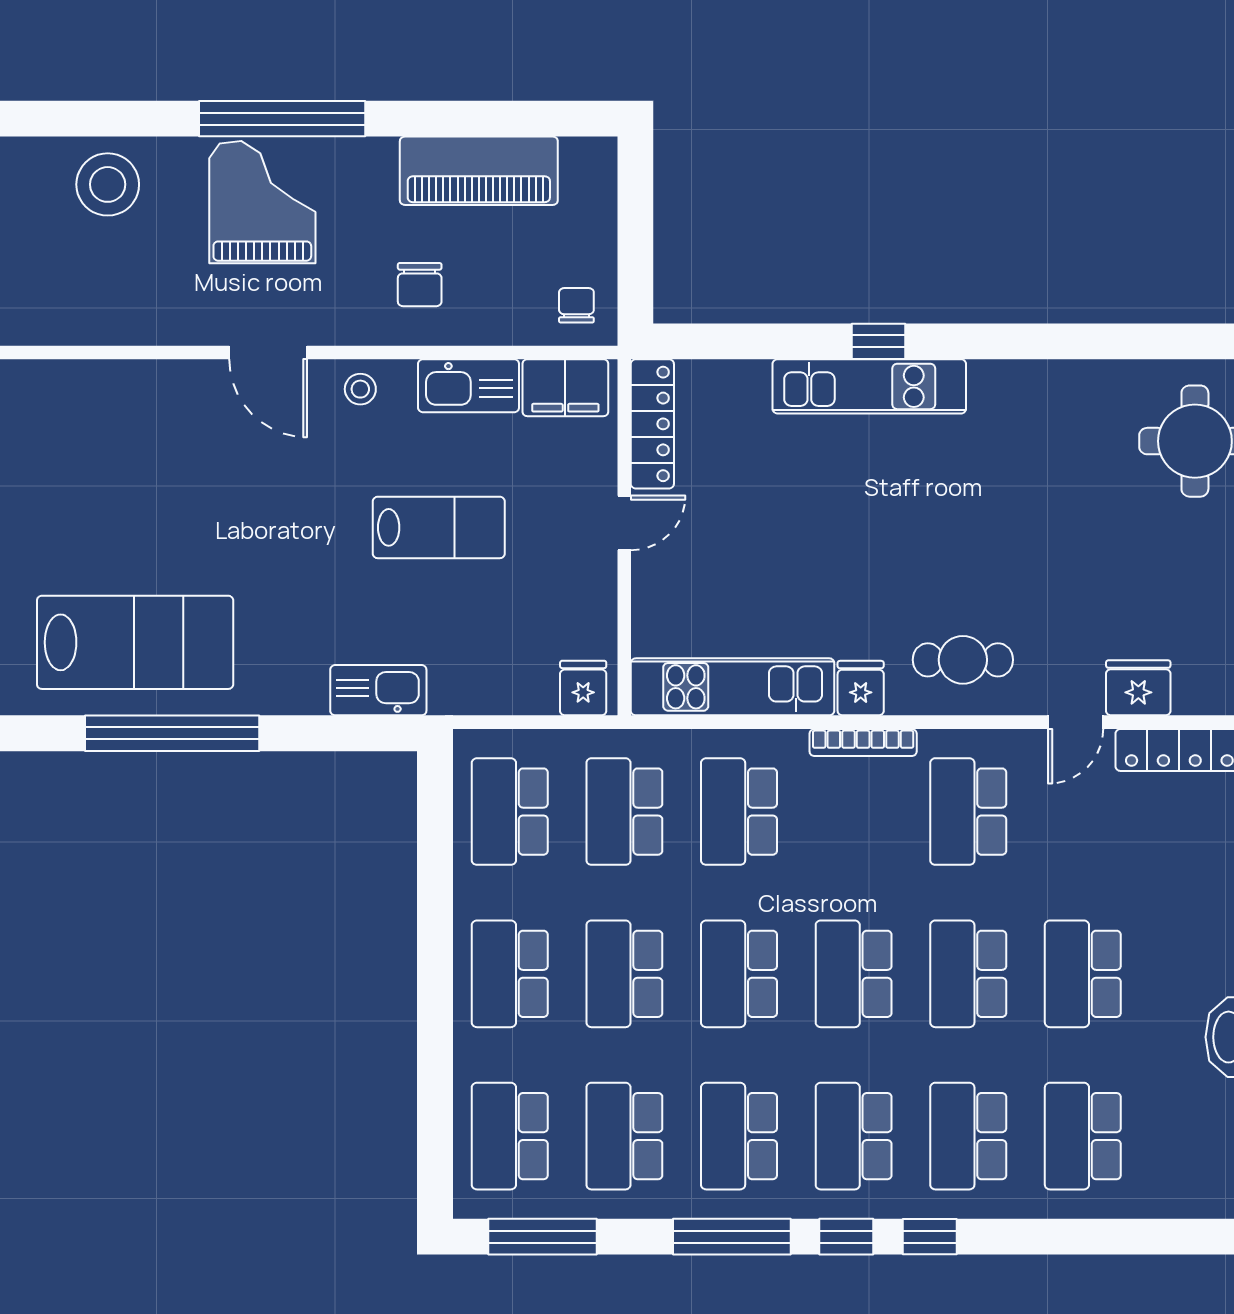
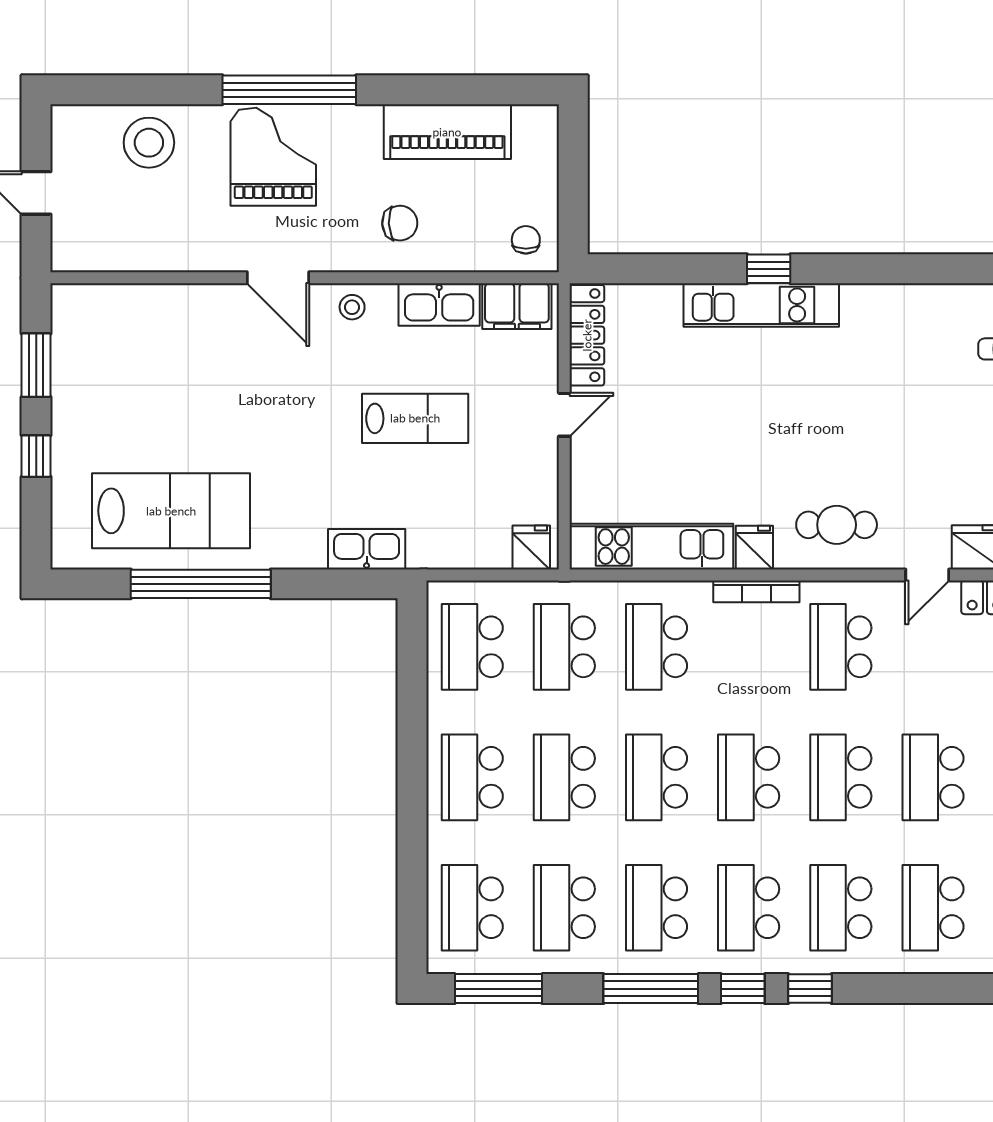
chair: (420, 285) -> (400, 223), turned -93

